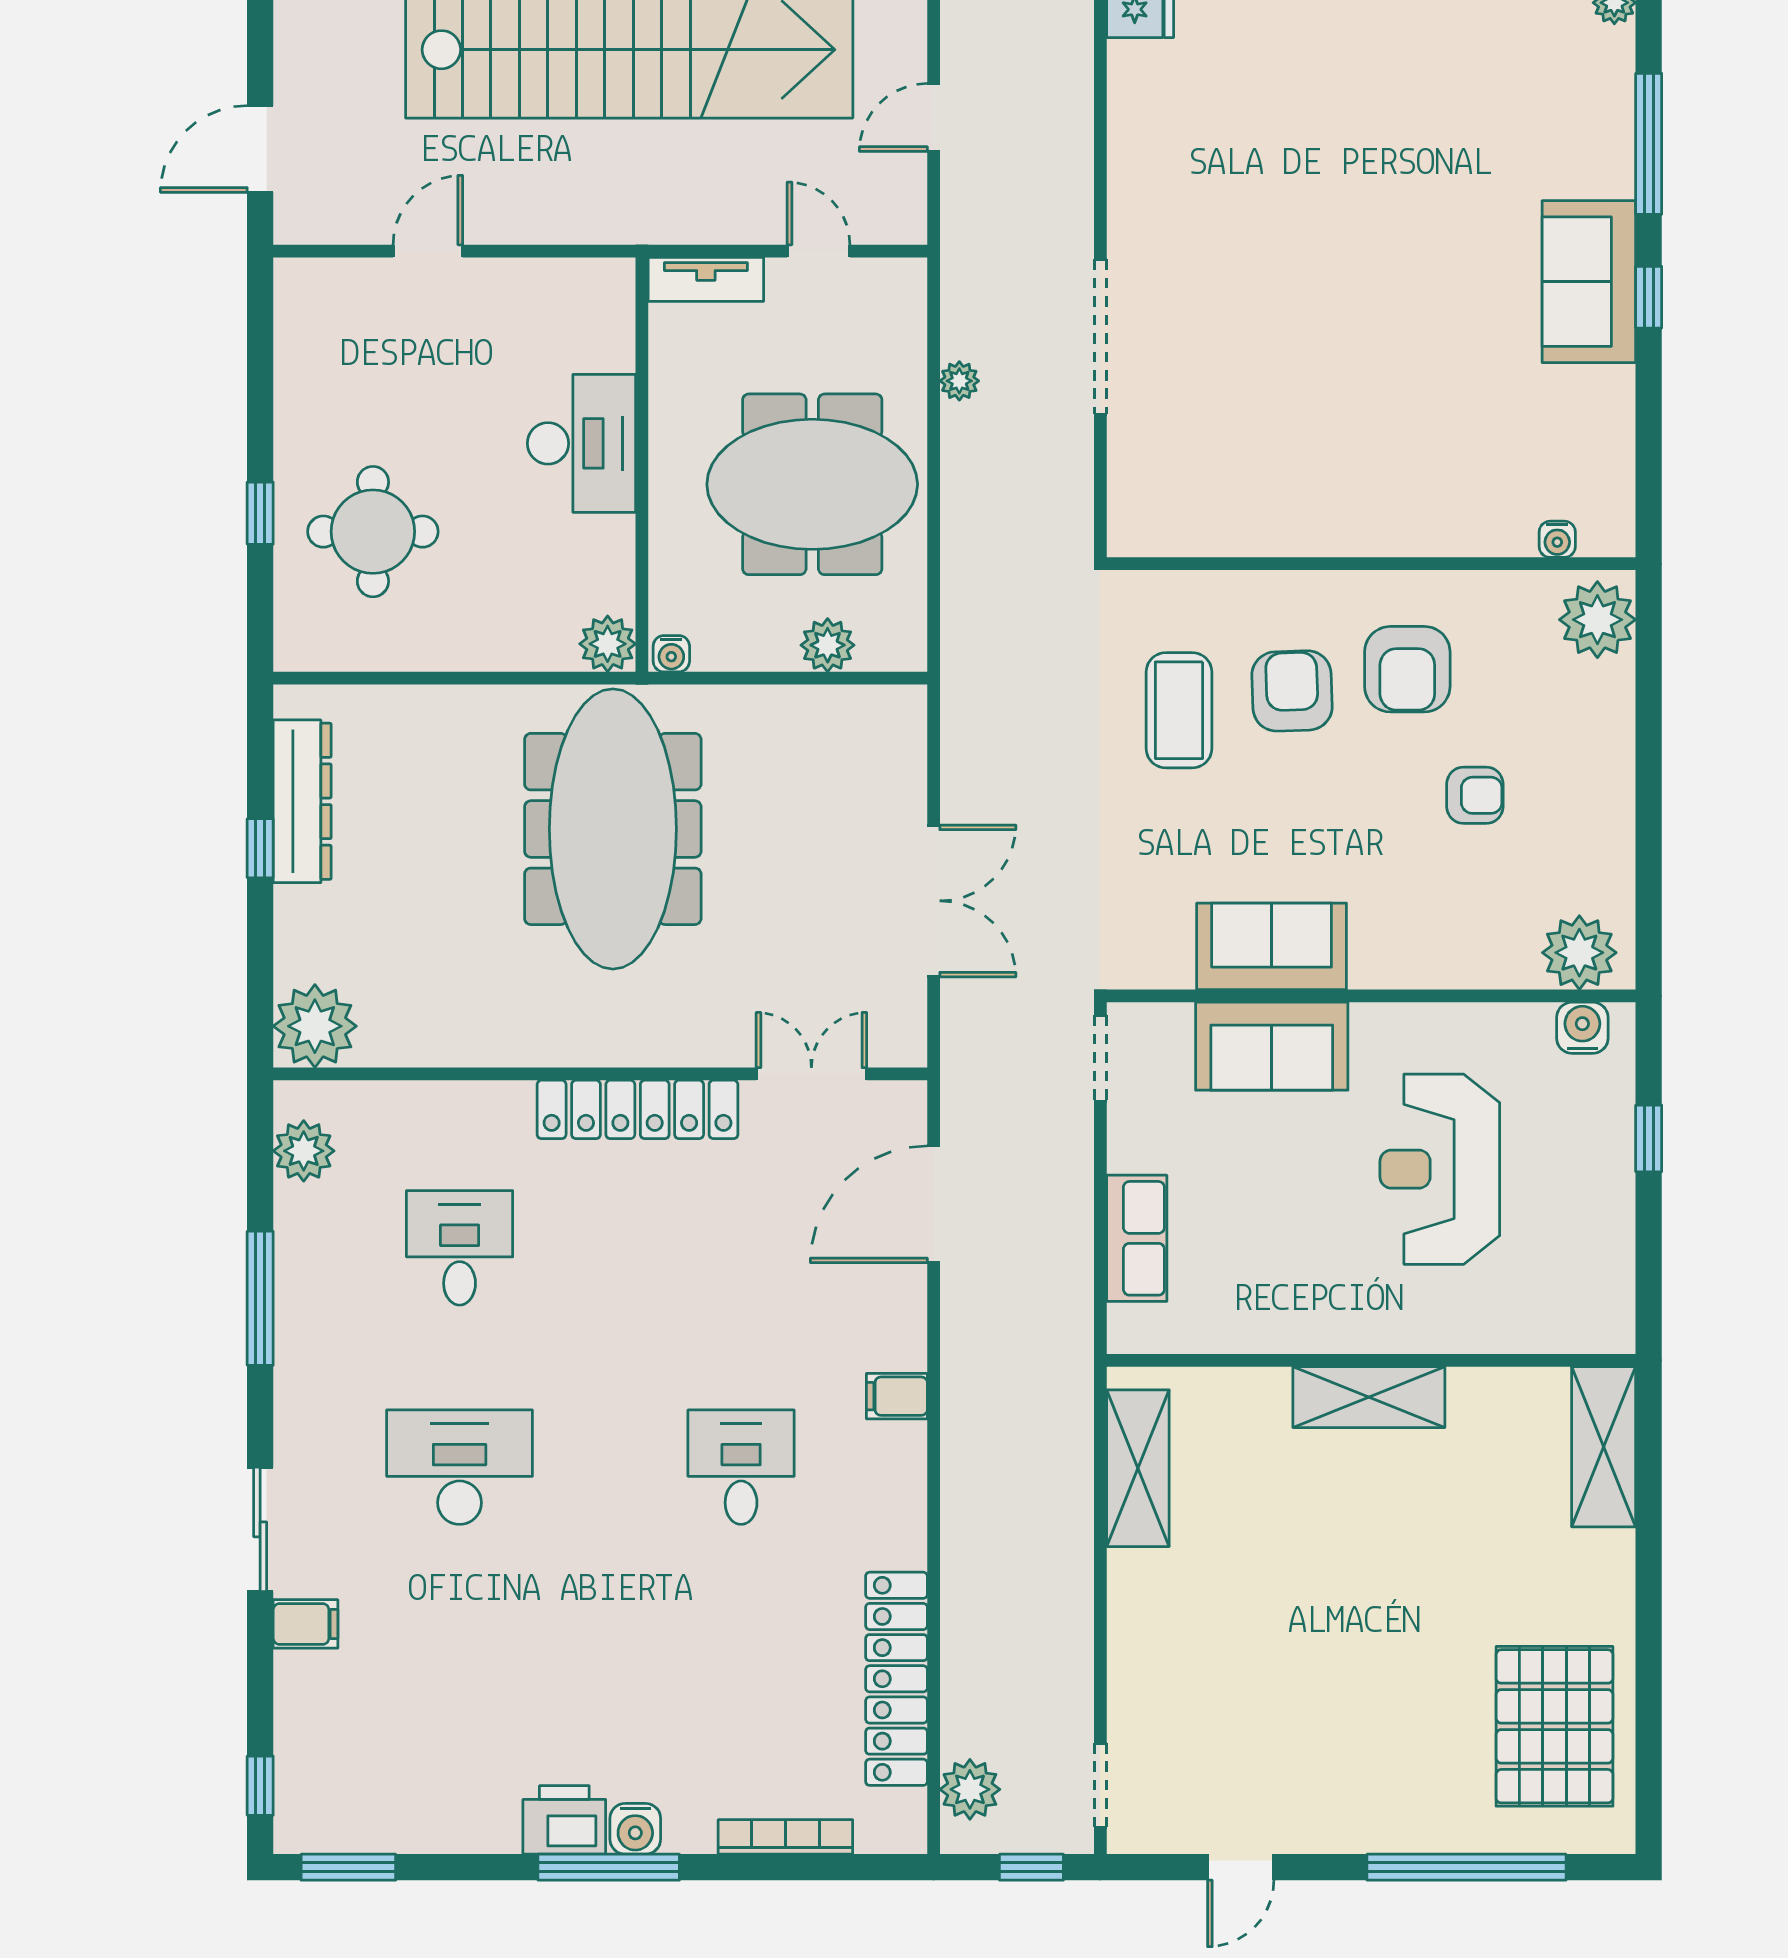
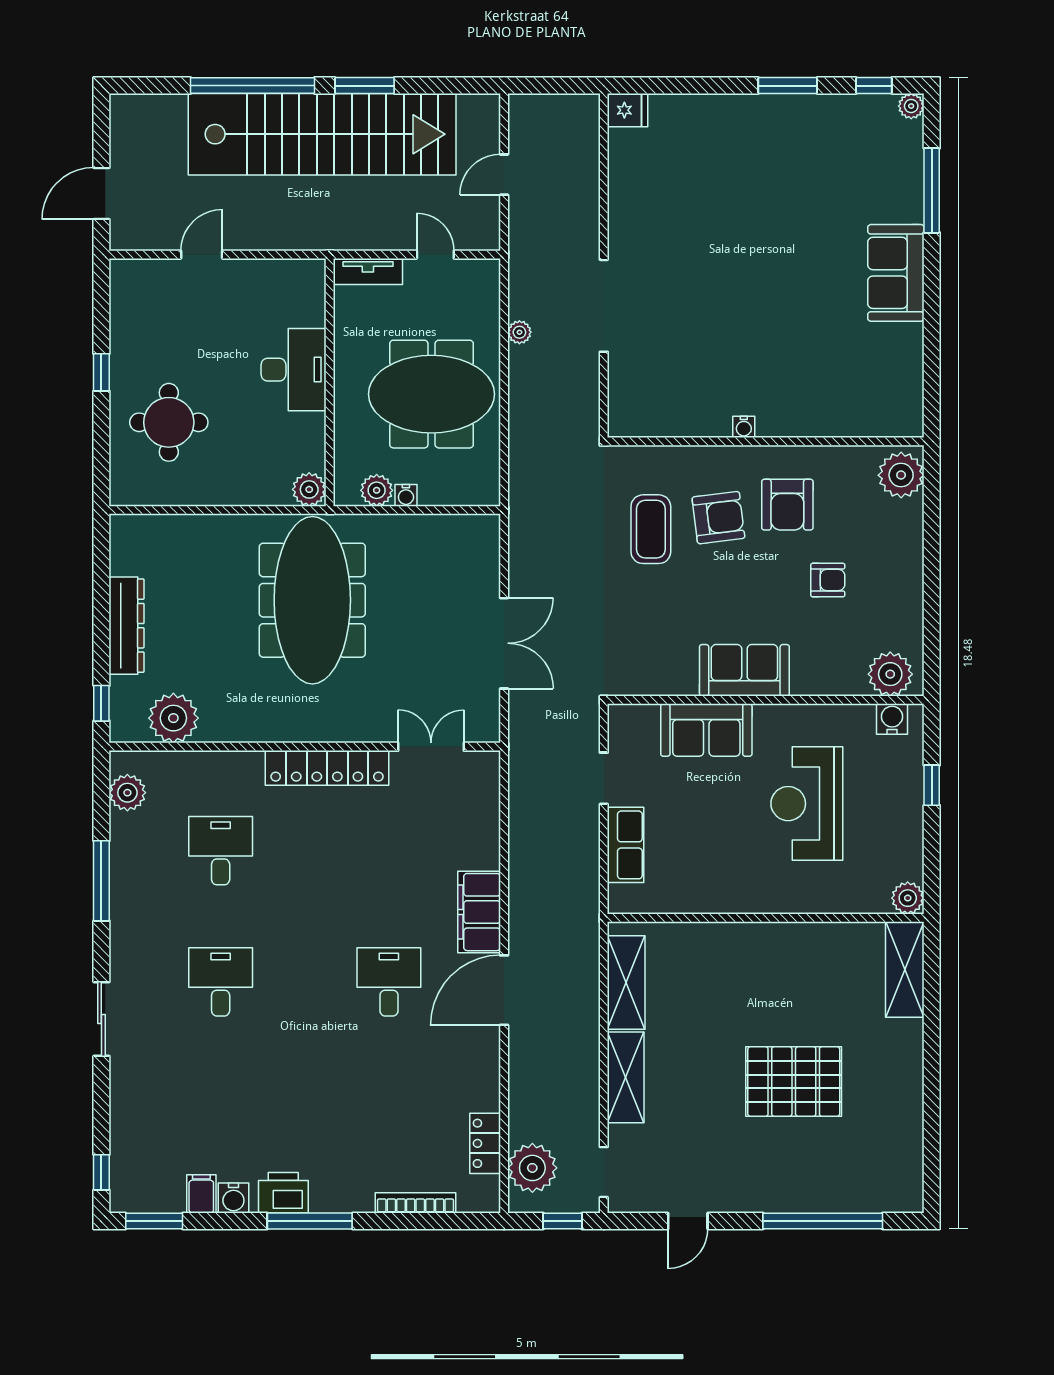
window: (1649, 297) -> (932, 282), removed
window: (260, 513) -> (101, 372), moved
water cooler: (1557, 539) -> (744, 427), moved
plant: (828, 645) -> (377, 490), moved
water cooler: (671, 654) -> (406, 495), moved
armchair: (1292, 691) -> (718, 518), turned 85
dresser: (302, 801) -> (127, 626), moved
window: (260, 848) -> (101, 703), moved
sofa: (1272, 946) -> (744, 670), moved
plant: (315, 1026) -> (173, 718), moved
doorway: (1100, 1059) -> (604, 778), moved
door: (934, 1204) -> (504, 990), moved
plant: (1609, 1327) -> (908, 898), added
filing cabinet: (897, 1396) -> (479, 912), width x3.00, depth x1.17
shelving: (1369, 1397) -> (626, 1077), moved, turned 90
desk: (460, 1467) -> (221, 982), width x0.73
filing cabinet: (306, 1624) -> (201, 1194), moved, turned -90
locker: (896, 1679) -> (485, 1143), width x0.46, depth x0.83
pallet: (1555, 1726) -> (794, 1081), moved, turned 90
plant: (970, 1789) -> (532, 1168), width x1.36, depth x1.36
water cooler: (635, 1829) -> (233, 1198), moved

